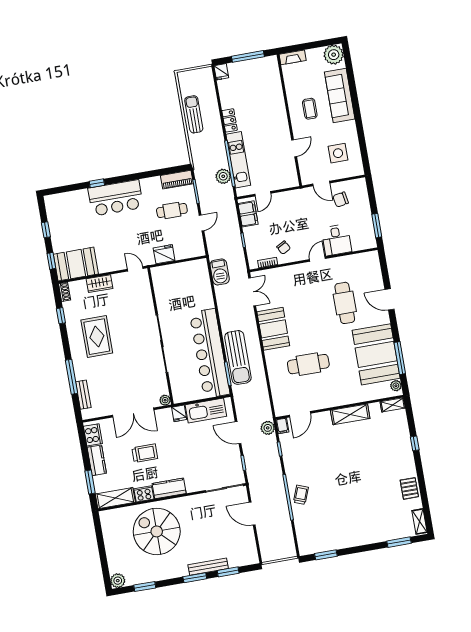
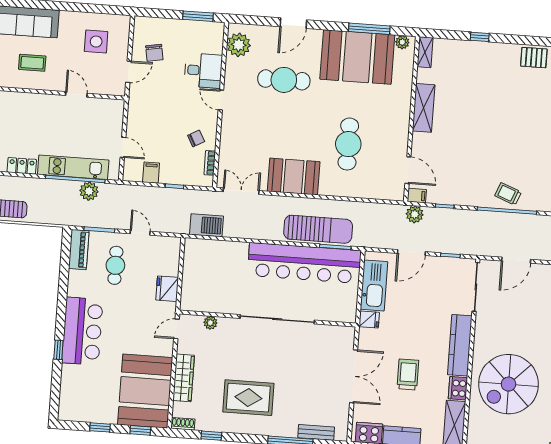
filing cabinet: (248, 214) -> (151, 173), width x0.50
plant: (363, 262) -> (239, 45), added
booth: (76, 264) -> (145, 391), width x1.36, depth x1.42
wardrobe: (99, 284) -> (184, 378), width x1.50
plant: (165, 400) -> (210, 323), moved
kitchen counter: (169, 488) -> (460, 345), width x1.50

